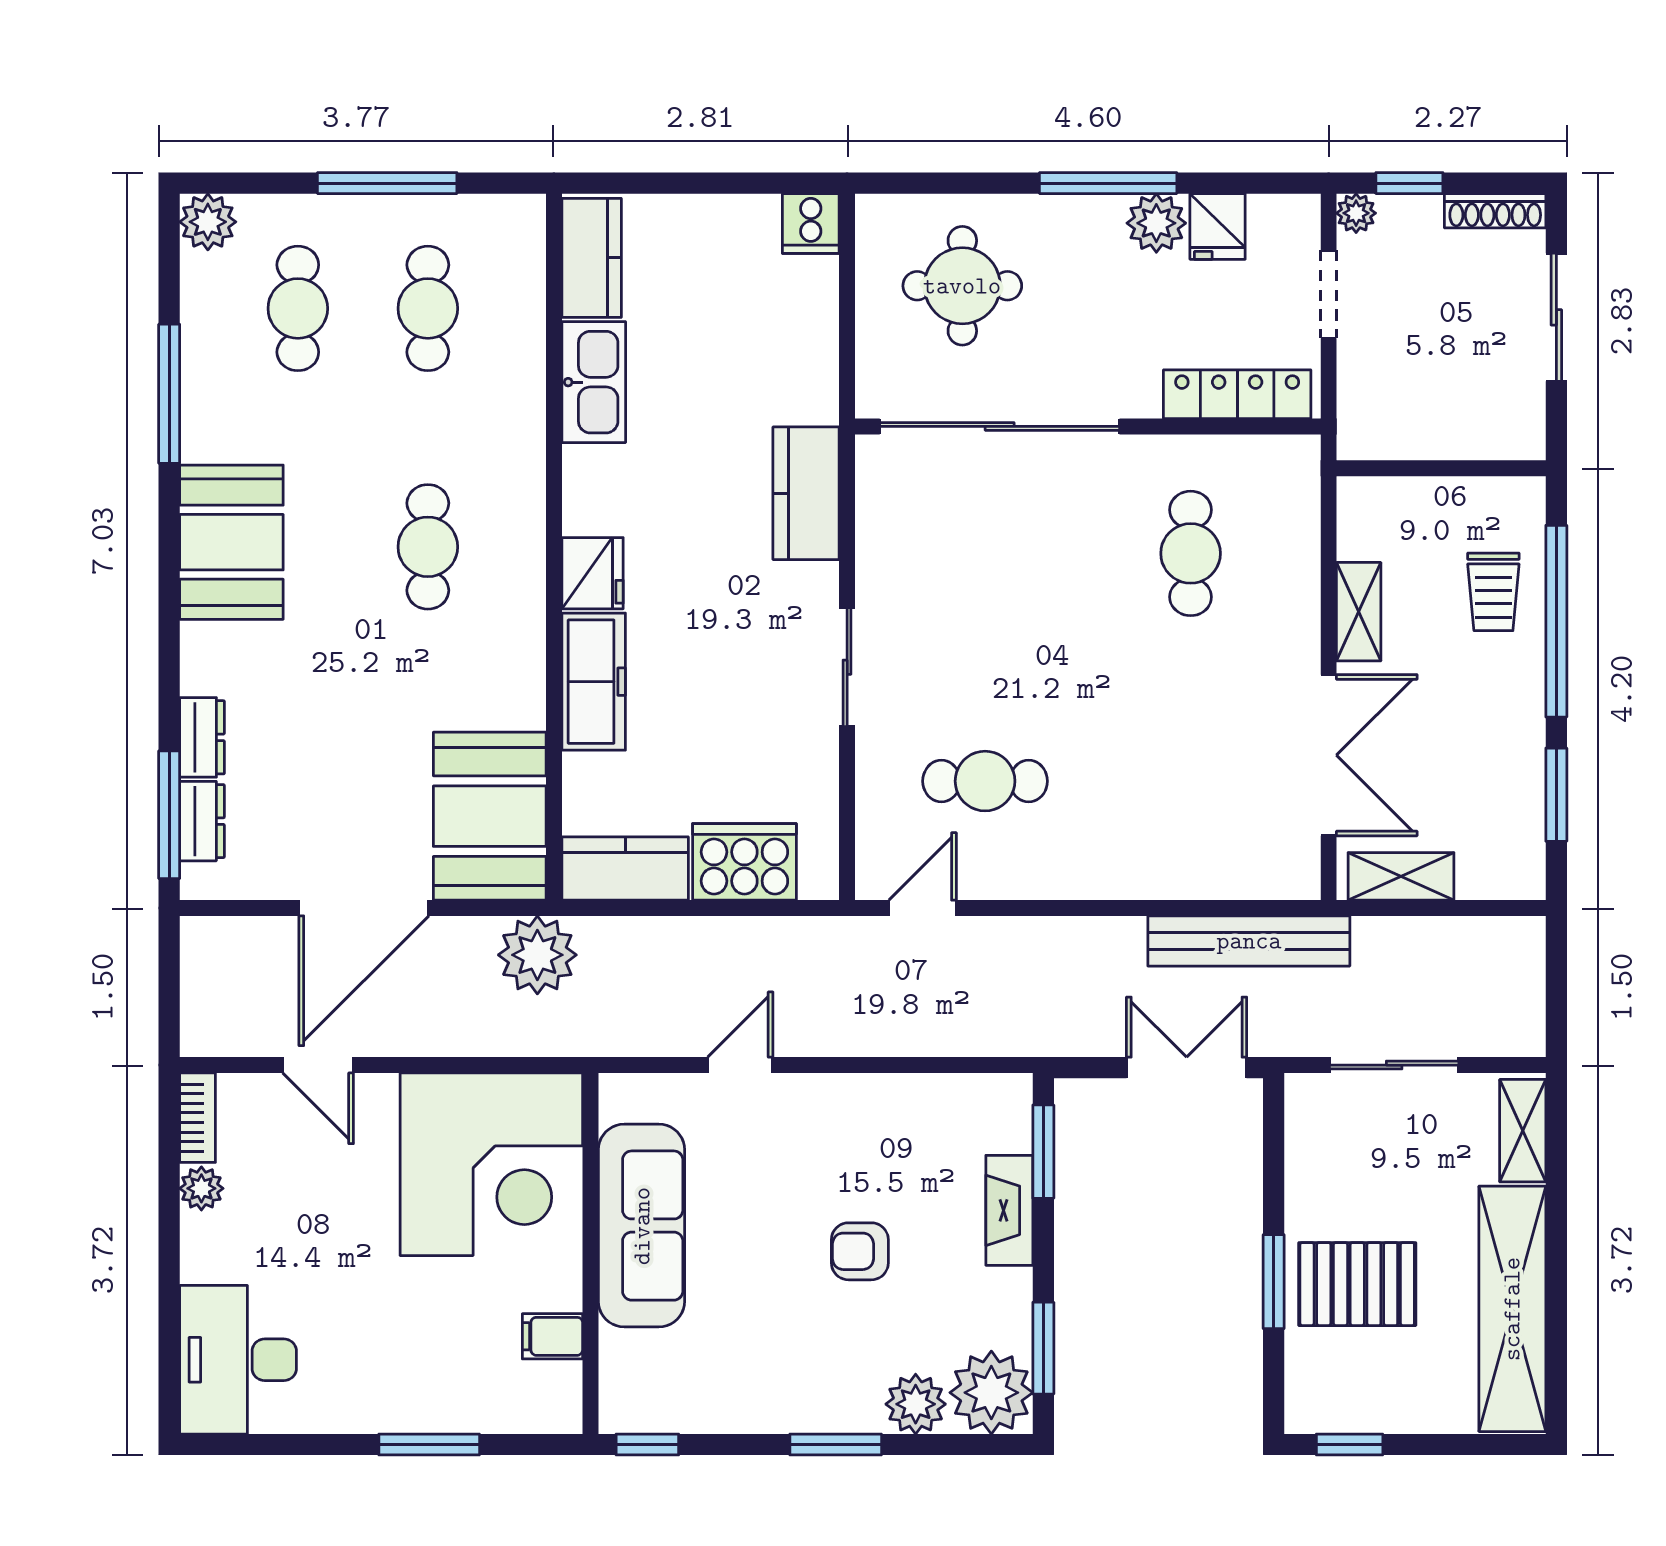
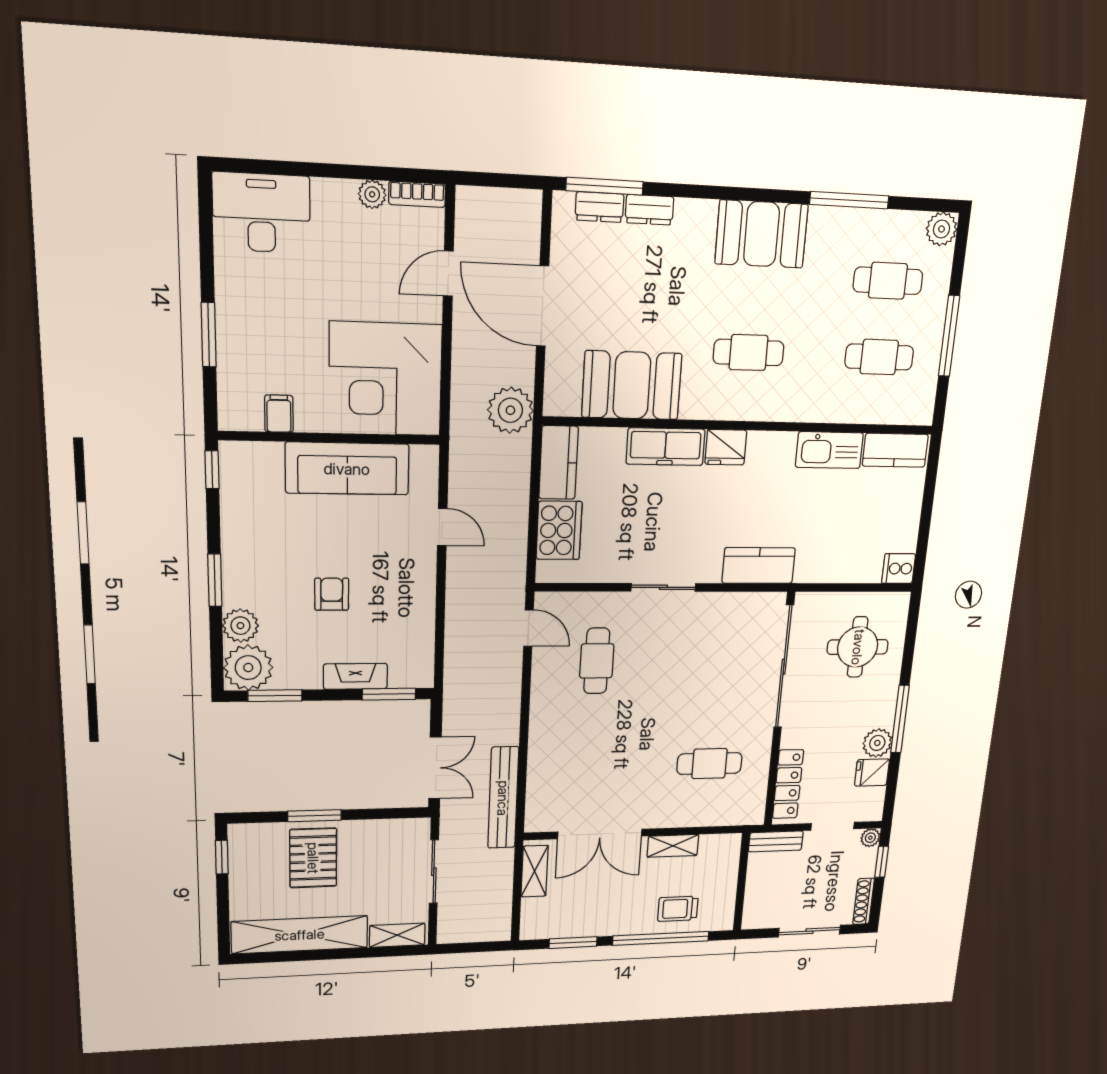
bench: (1357, 407) -> (776, 841), added
booth: (490, 816) -> (632, 385), moved

